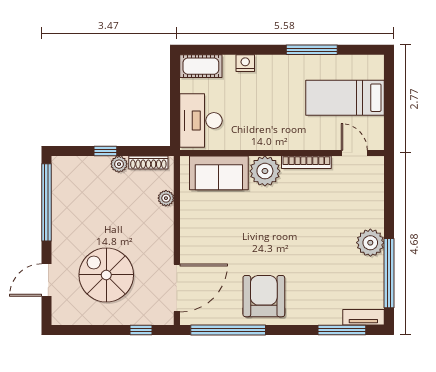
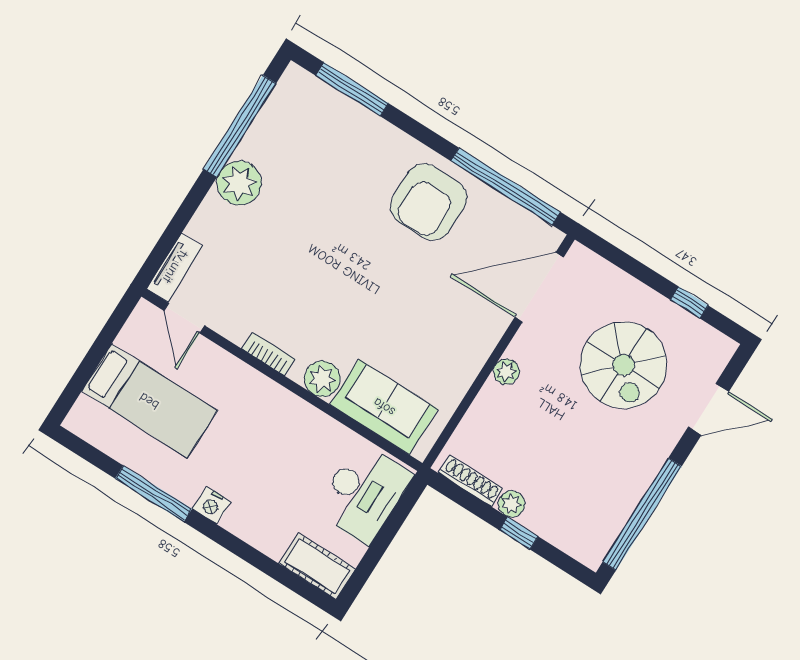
nightstand: (245, 63) -> (211, 505), moved
bookcase: (306, 162) -> (269, 354), width x0.64
plant: (265, 171) -> (322, 379), width x0.73, depth x0.73
plant: (166, 198) -> (506, 372), moved
tv unit: (363, 317) -> (175, 267), moved, turned -90
window: (141, 330) -> (689, 303), moved

